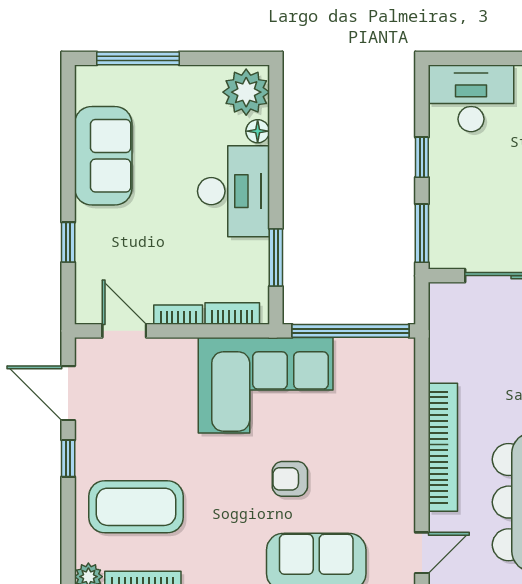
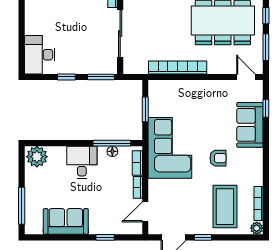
floor lamp: (258, 131) -> (112, 151), moved
desk: (234, 191) -> (82, 162), width x0.73
window: (276, 257) -> (112, 143), width x1.44
window: (350, 331) -> (145, 109), width x0.47
bookcase: (443, 447) -> (178, 67), moved
armchair: (290, 479) -> (218, 158), moved, turned -90

